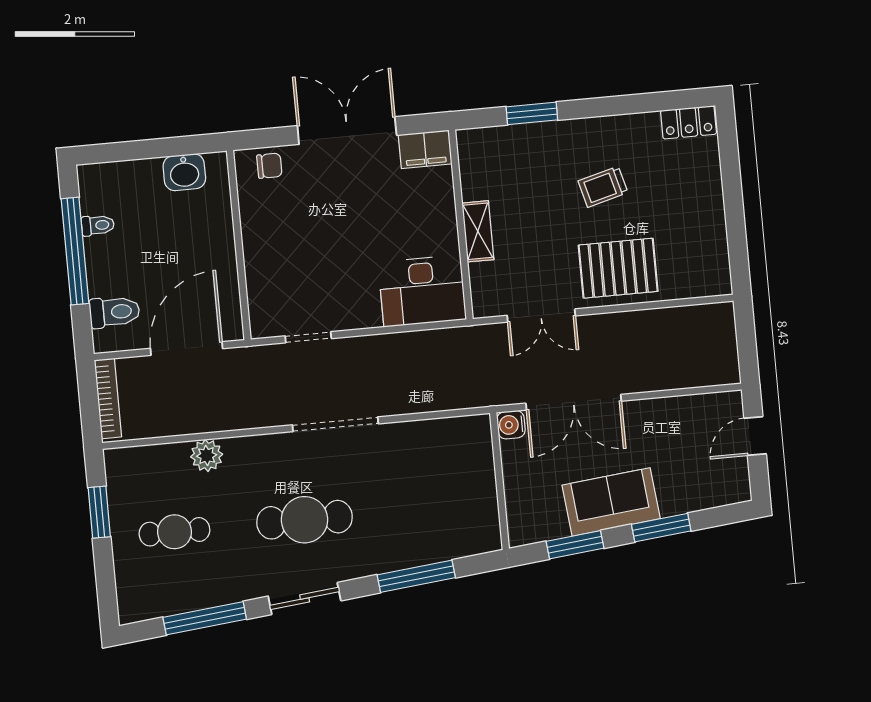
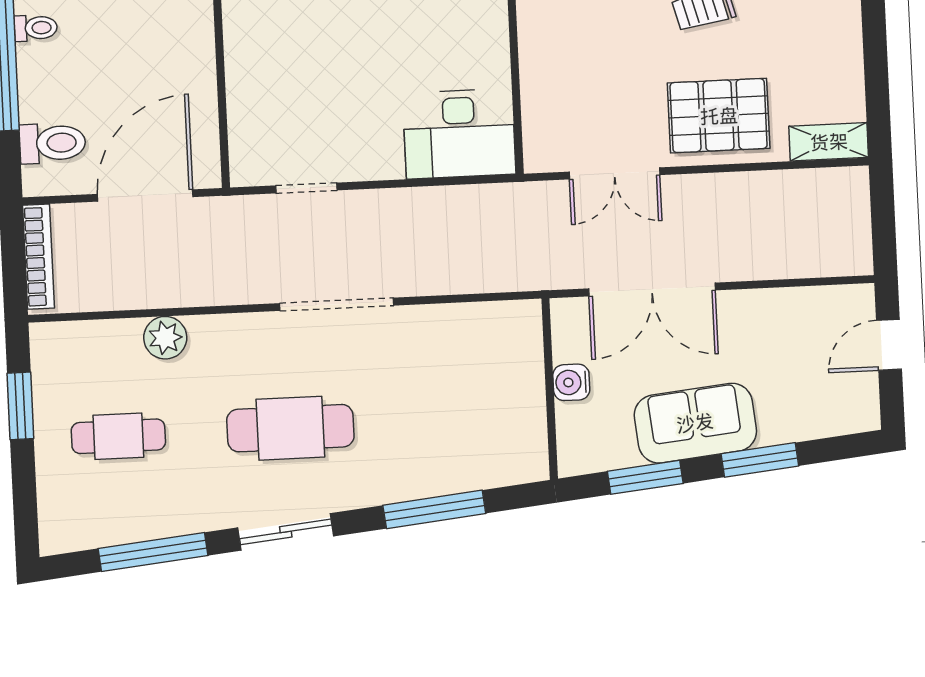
shelving: (478, 231) -> (829, 142), moved, turned 90
water cooler: (511, 425) -> (571, 382), moved

